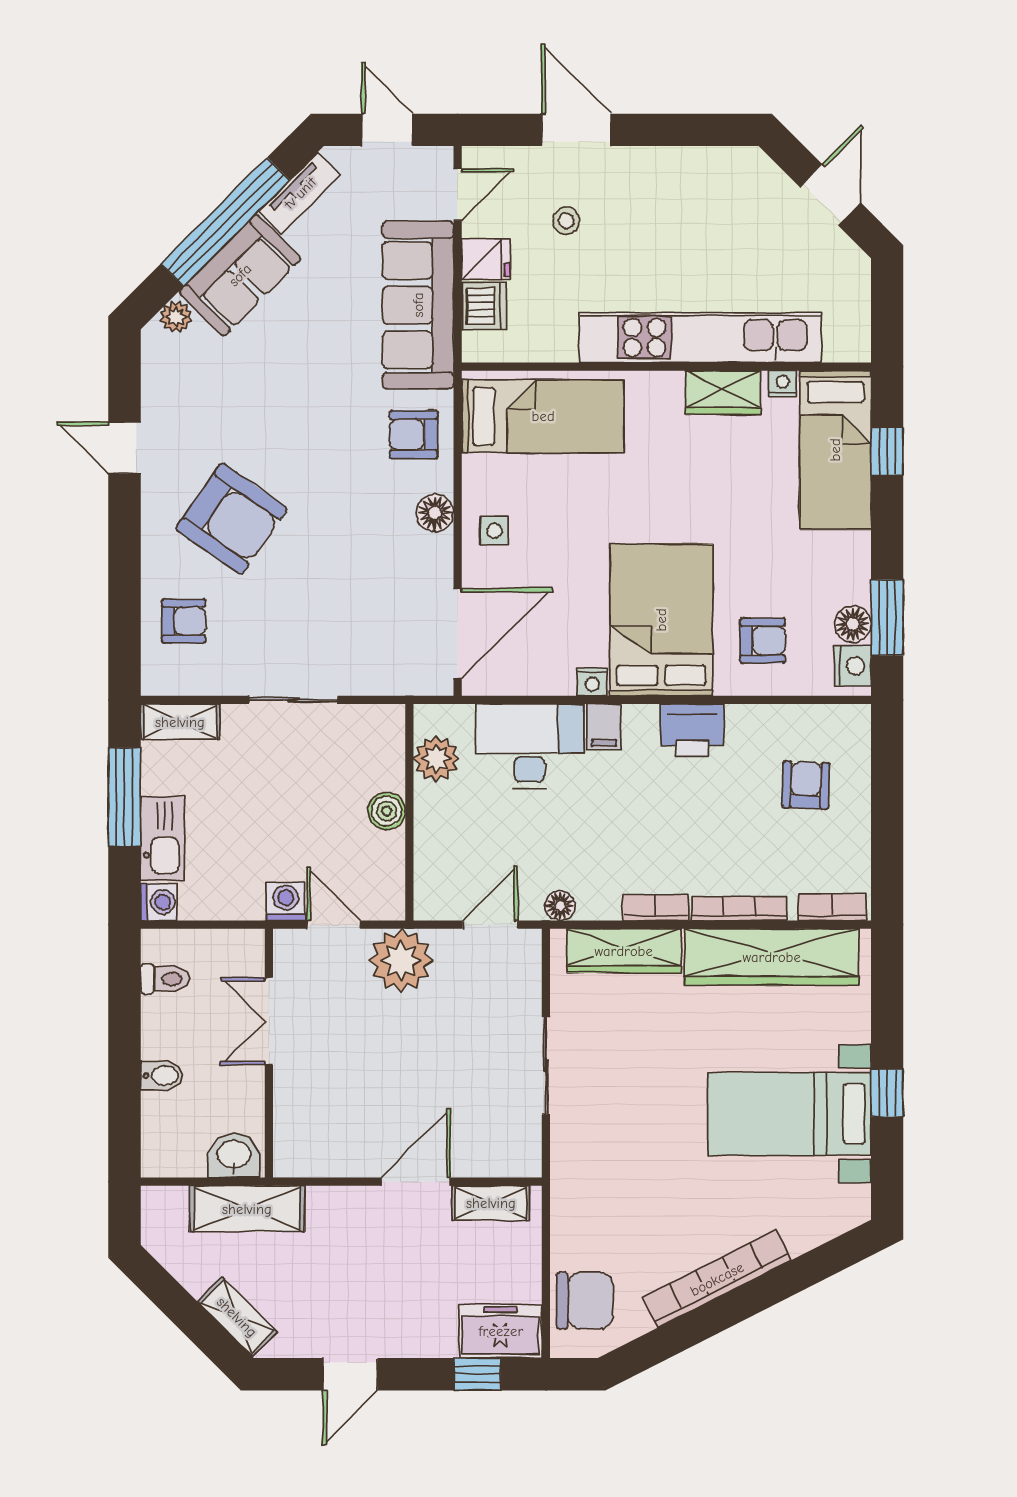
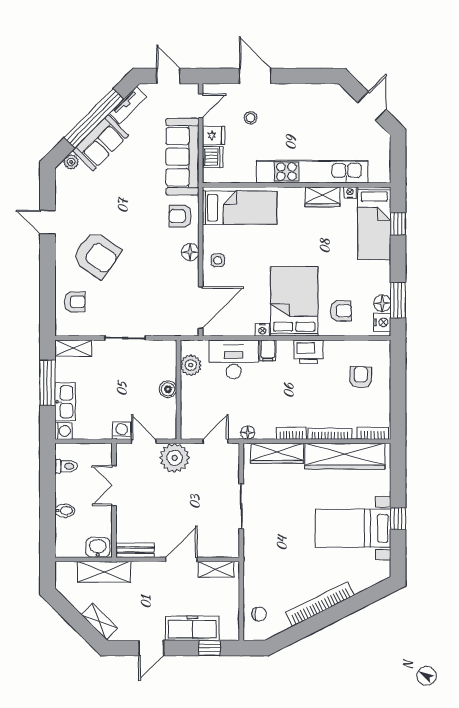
bench: (315, 1162) -> (135, 550), added
chair: (585, 1301) -> (259, 614), width x0.54, depth x0.54
freezer: (501, 1331) -> (192, 628), moved, width x1.40

